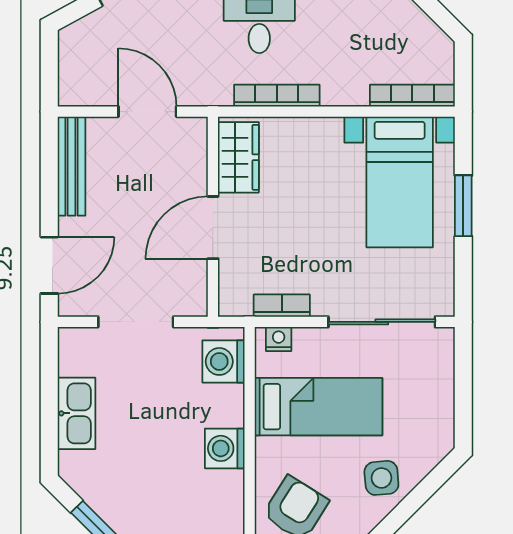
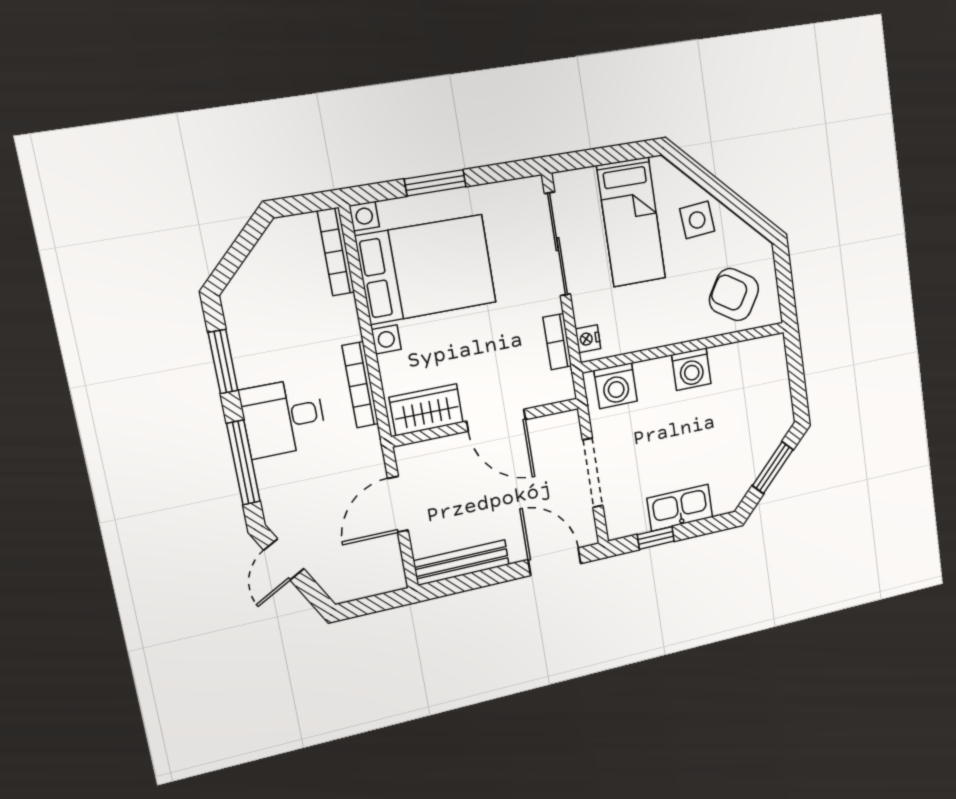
bed with nightstands: (400, 182) -> (426, 269), width x1.36
window: (49, 381) -> (656, 538), added
bed: (318, 407) -> (631, 222), moved, turned 180

